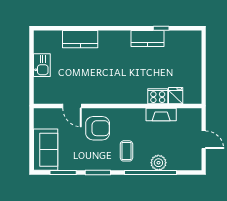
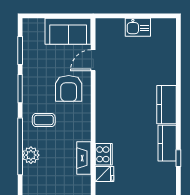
kitchen counter: (80, 39) -> (167, 105), moved
sofa: (46, 150) -> (68, 31), moved

